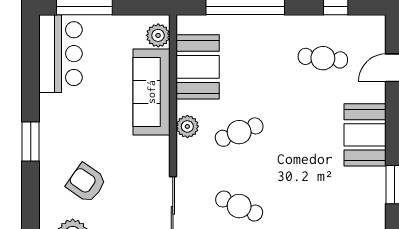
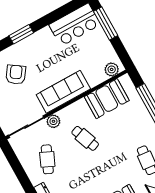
sofa: (151, 92) -> (63, 92), moved
plant: (187, 126) -> (53, 121), moved

